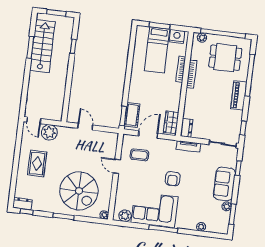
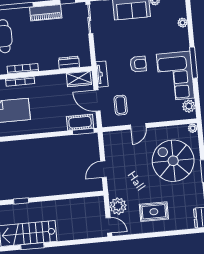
piano: (239, 95) -> (46, 13), moved
door: (34, 120) -> (109, 225), hinge flipped
dresser: (187, 128) -> (69, 63), moved
tv unit: (188, 146) -> (102, 74), moved
spiral stairs: (79, 191) -> (173, 161), turned -90

